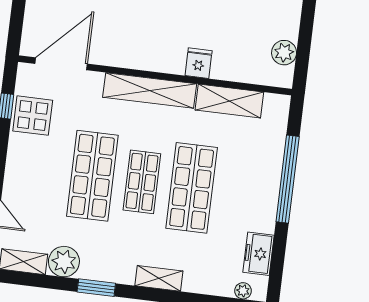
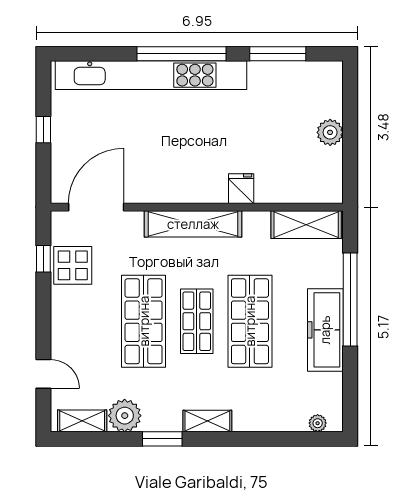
plant: (284, 53) -> (330, 132), moved
shelving: (229, 101) -> (306, 225), moved
freezer: (258, 254) -> (325, 330), moved, width x1.91, depth x1.26
shelving: (159, 278) -> (207, 421), moved

